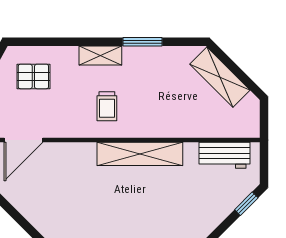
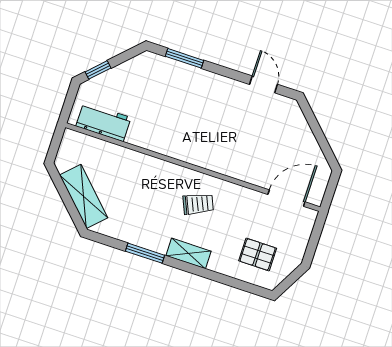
trolley: (107, 106) -> (198, 204), turned 66
shelving: (140, 154) -> (182, 149), removed

